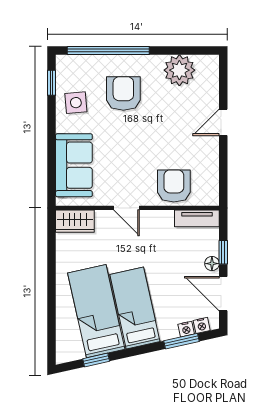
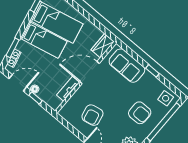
window: (52, 83) -> (152, 71), moved
side table: (76, 103) -> (166, 98), moved
armchair: (174, 186) -> (92, 115), moved, turned 78
door: (127, 208) -> (90, 73), width x1.87
tv unit: (197, 218) -> (68, 89), moved

